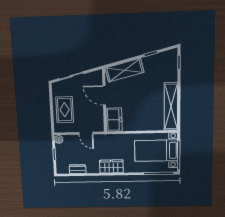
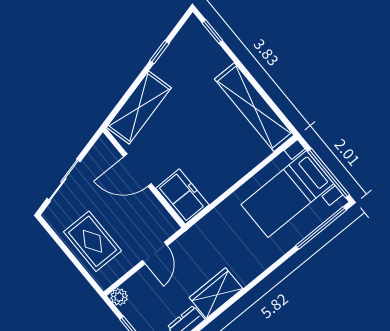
door: (86, 133) -> (155, 253), hinge flipped
wardrobe: (111, 166) -> (216, 293), moved

